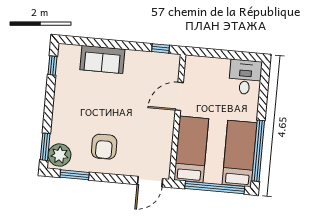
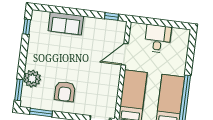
desk: (245, 77) -> (158, 39), moved
plant: (60, 155) -> (32, 79), moved

